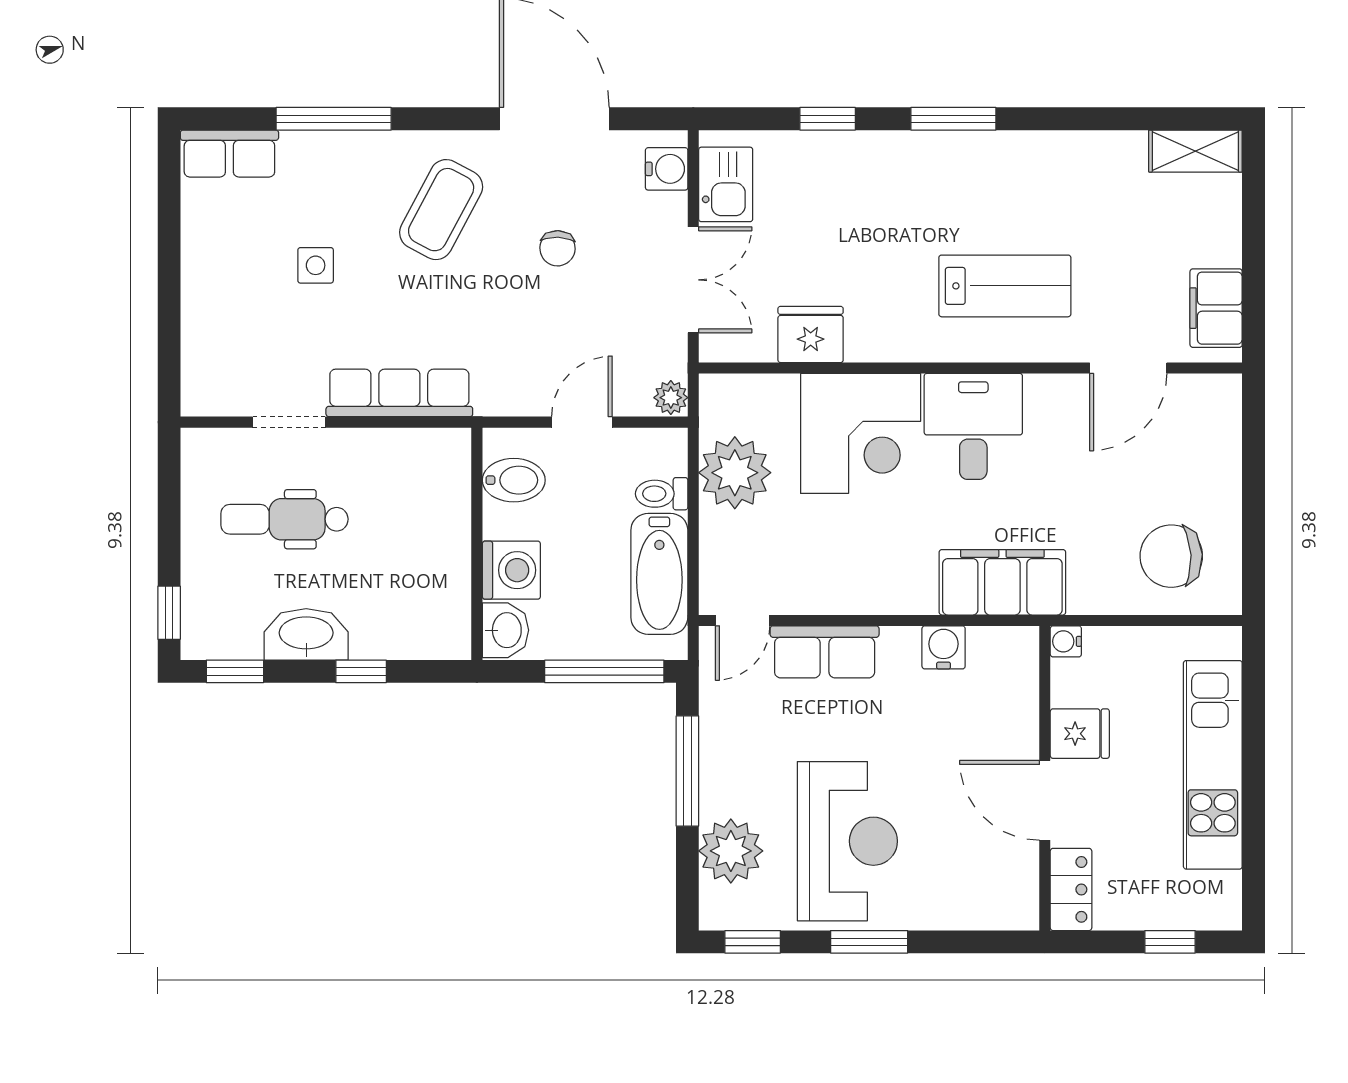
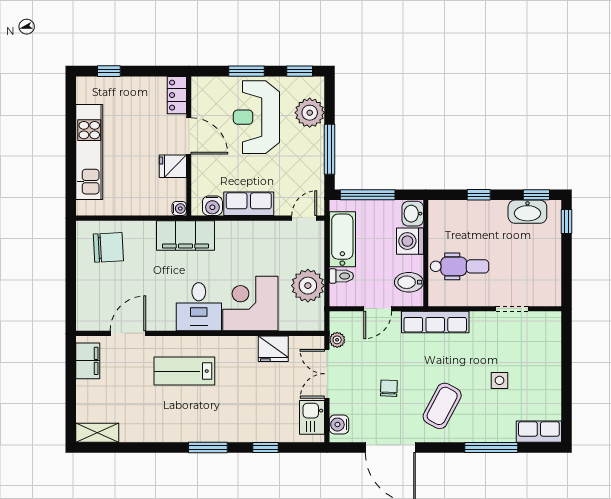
row of seats: (399, 393) -> (435, 322), moved
plant: (671, 398) -> (337, 340), moved
dental chair: (284, 519) -> (460, 266), moved
washbasin: (306, 634) -> (527, 212), moved
water cooler: (1066, 641) -> (179, 208), moved
row of seats: (825, 652) -> (249, 204), moved
fridge: (1080, 734) -> (173, 166), moved
wall: (1045, 778) -> (189, 146), moved
door: (1045, 800) -> (189, 136), moved
locker: (1071, 889) -> (177, 95), moved

